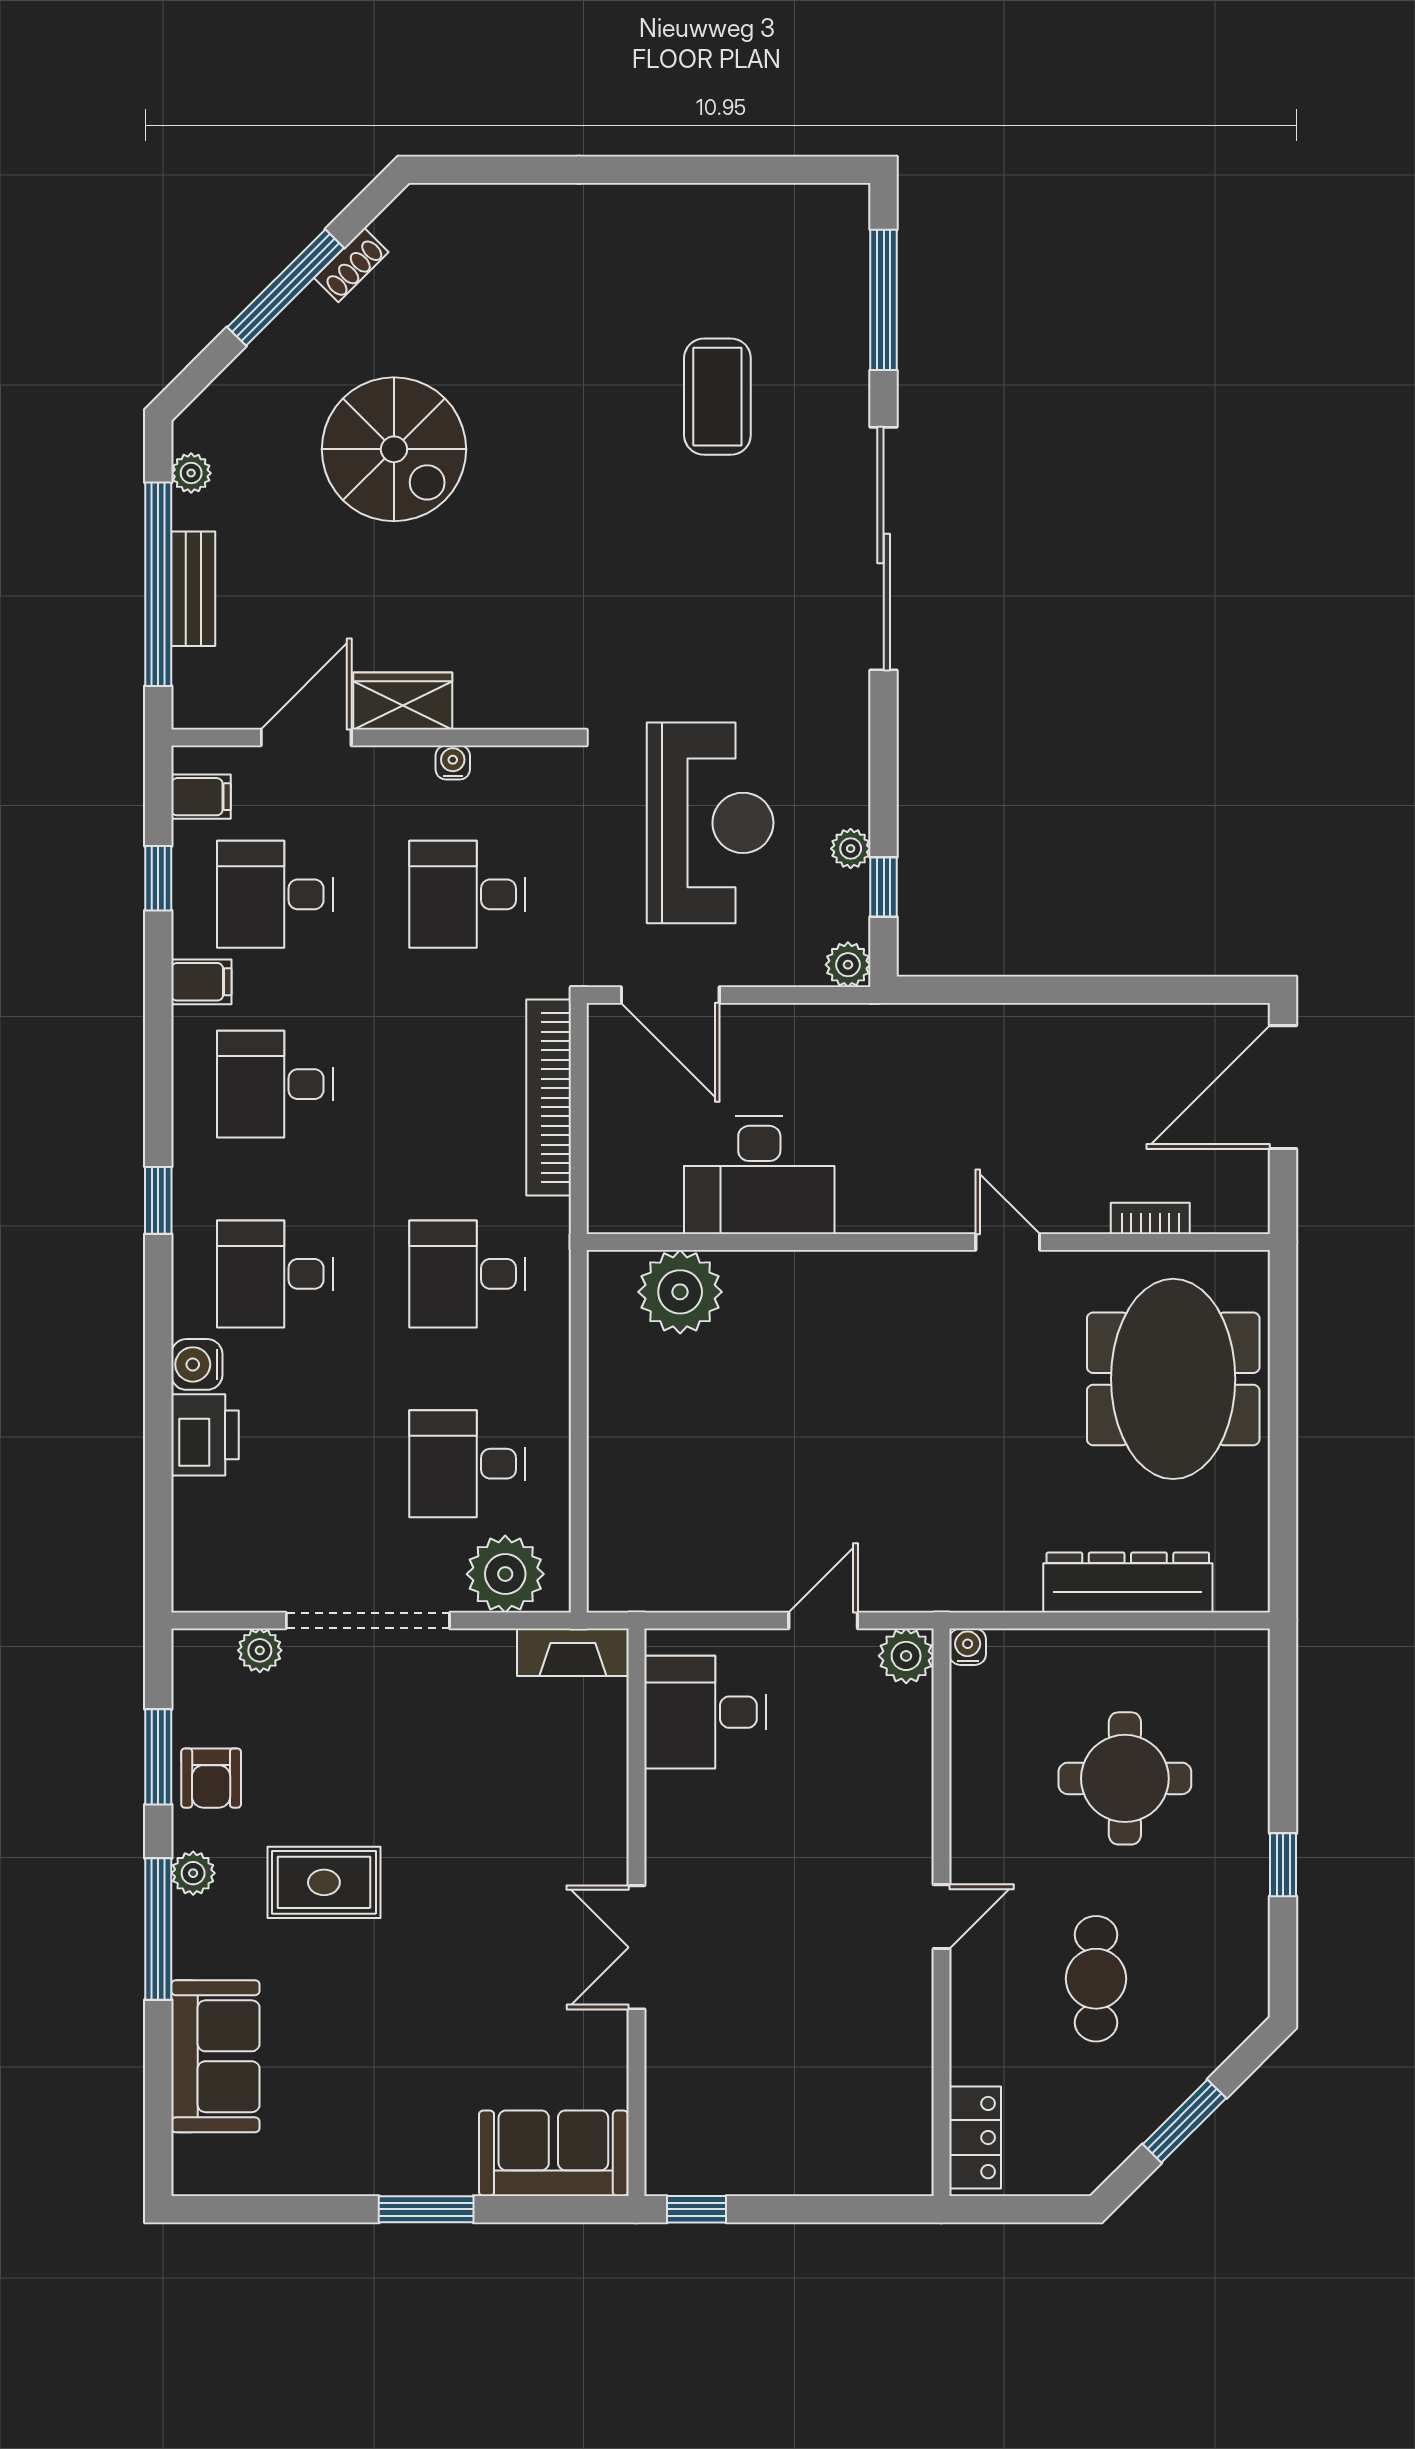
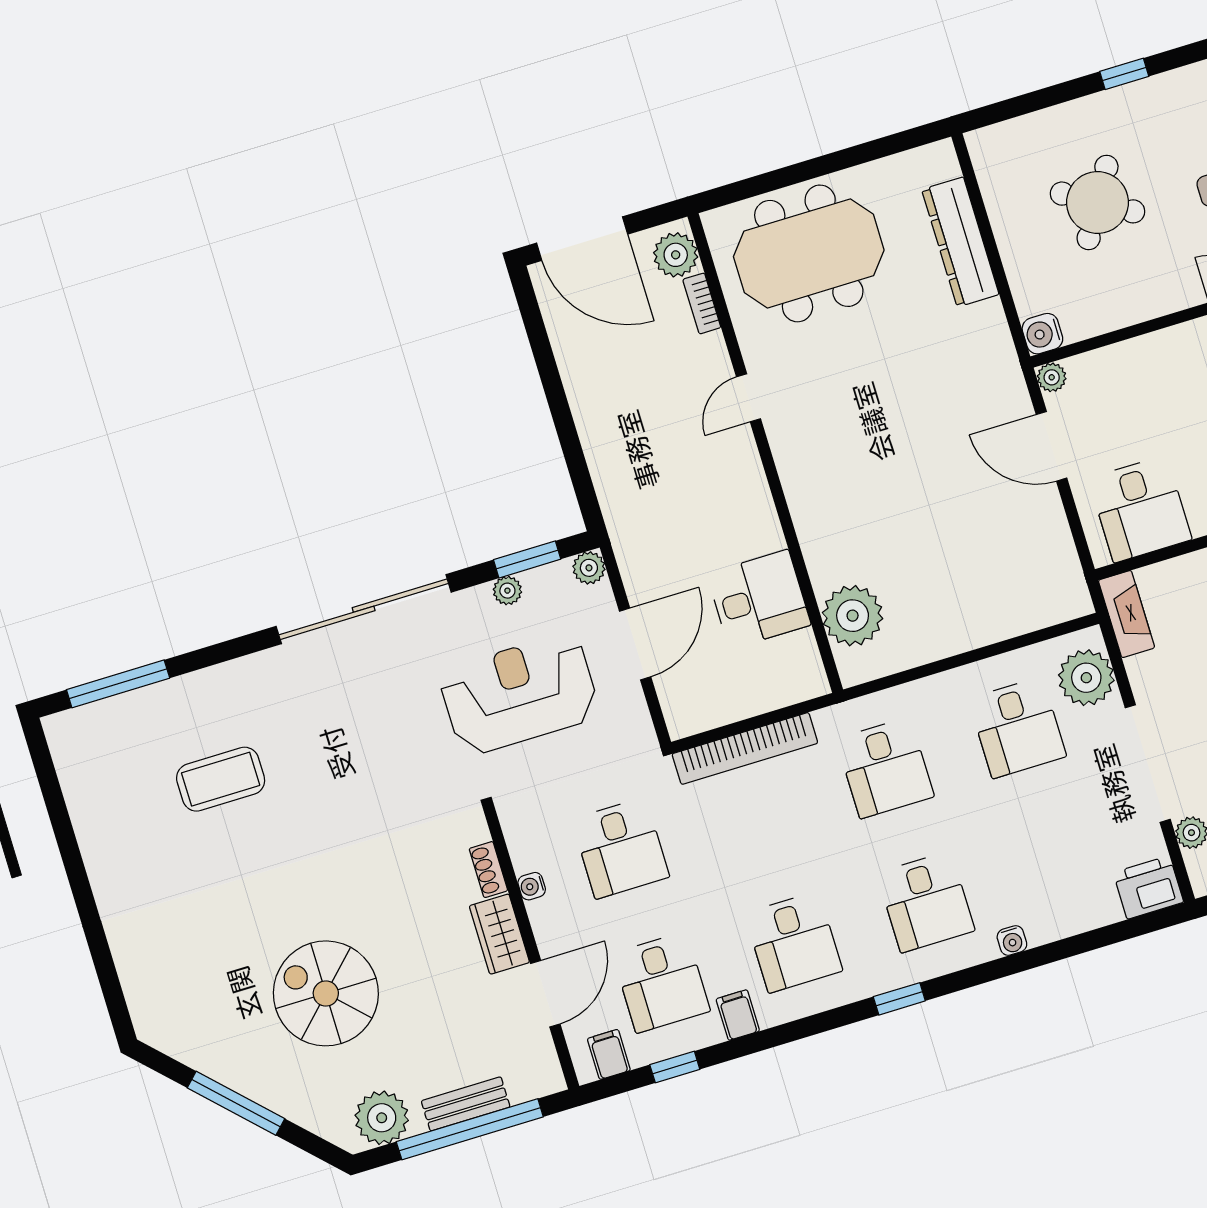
shoe rack: (351, 265) -> (488, 870), moved, turned -135
spiral stairs: (394, 449) -> (326, 993), turned -90
plant: (191, 473) -> (382, 1118), width x1.88, depth x1.88
sliding door: (884, 549) -> (364, 609), moved
door: (306, 737) -> (545, 994), swing flipped
window: (884, 887) -> (527, 559), width x1.50
door: (670, 995) -> (635, 644), moved
desk: (759, 1175) -> (759, 599), width x0.73
plant: (1224, 1204) -> (676, 255), added
water cooler: (197, 1364) -> (1012, 941), width x0.72, depth x0.72
printer: (205, 1435) -> (1148, 887), moved
door: (823, 1621) -> (1051, 446), width x1.38
water cooler: (968, 1647) -> (1042, 334), width x1.38, depth x1.38
plant: (906, 1656) -> (1052, 377), width x0.73, depth x0.73
round table: (1125, 1778) -> (1098, 202), turned 31

